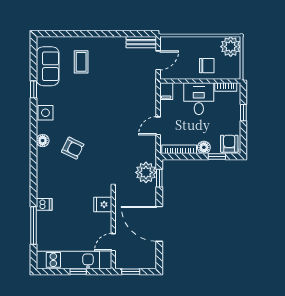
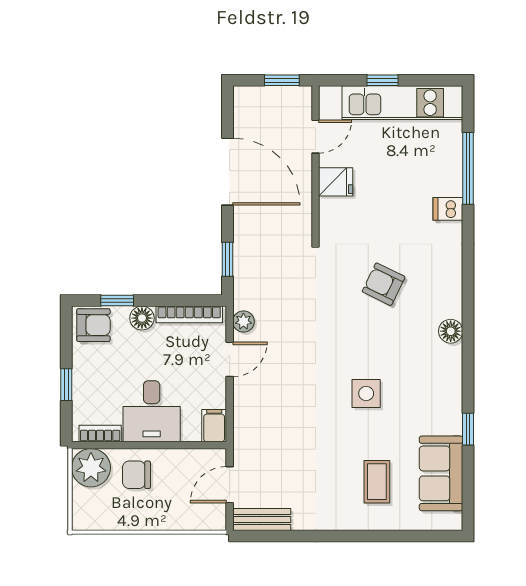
plant: (231, 47) -> (91, 468), moved
side table: (45, 113) -> (366, 393), moved
armchair: (229, 144) -> (93, 325), turned -90
armchair: (73, 148) -> (384, 284), moved
plant: (146, 172) -> (243, 322), moved, width x0.53, depth x0.53
fridge: (103, 204) -> (336, 182), moved

